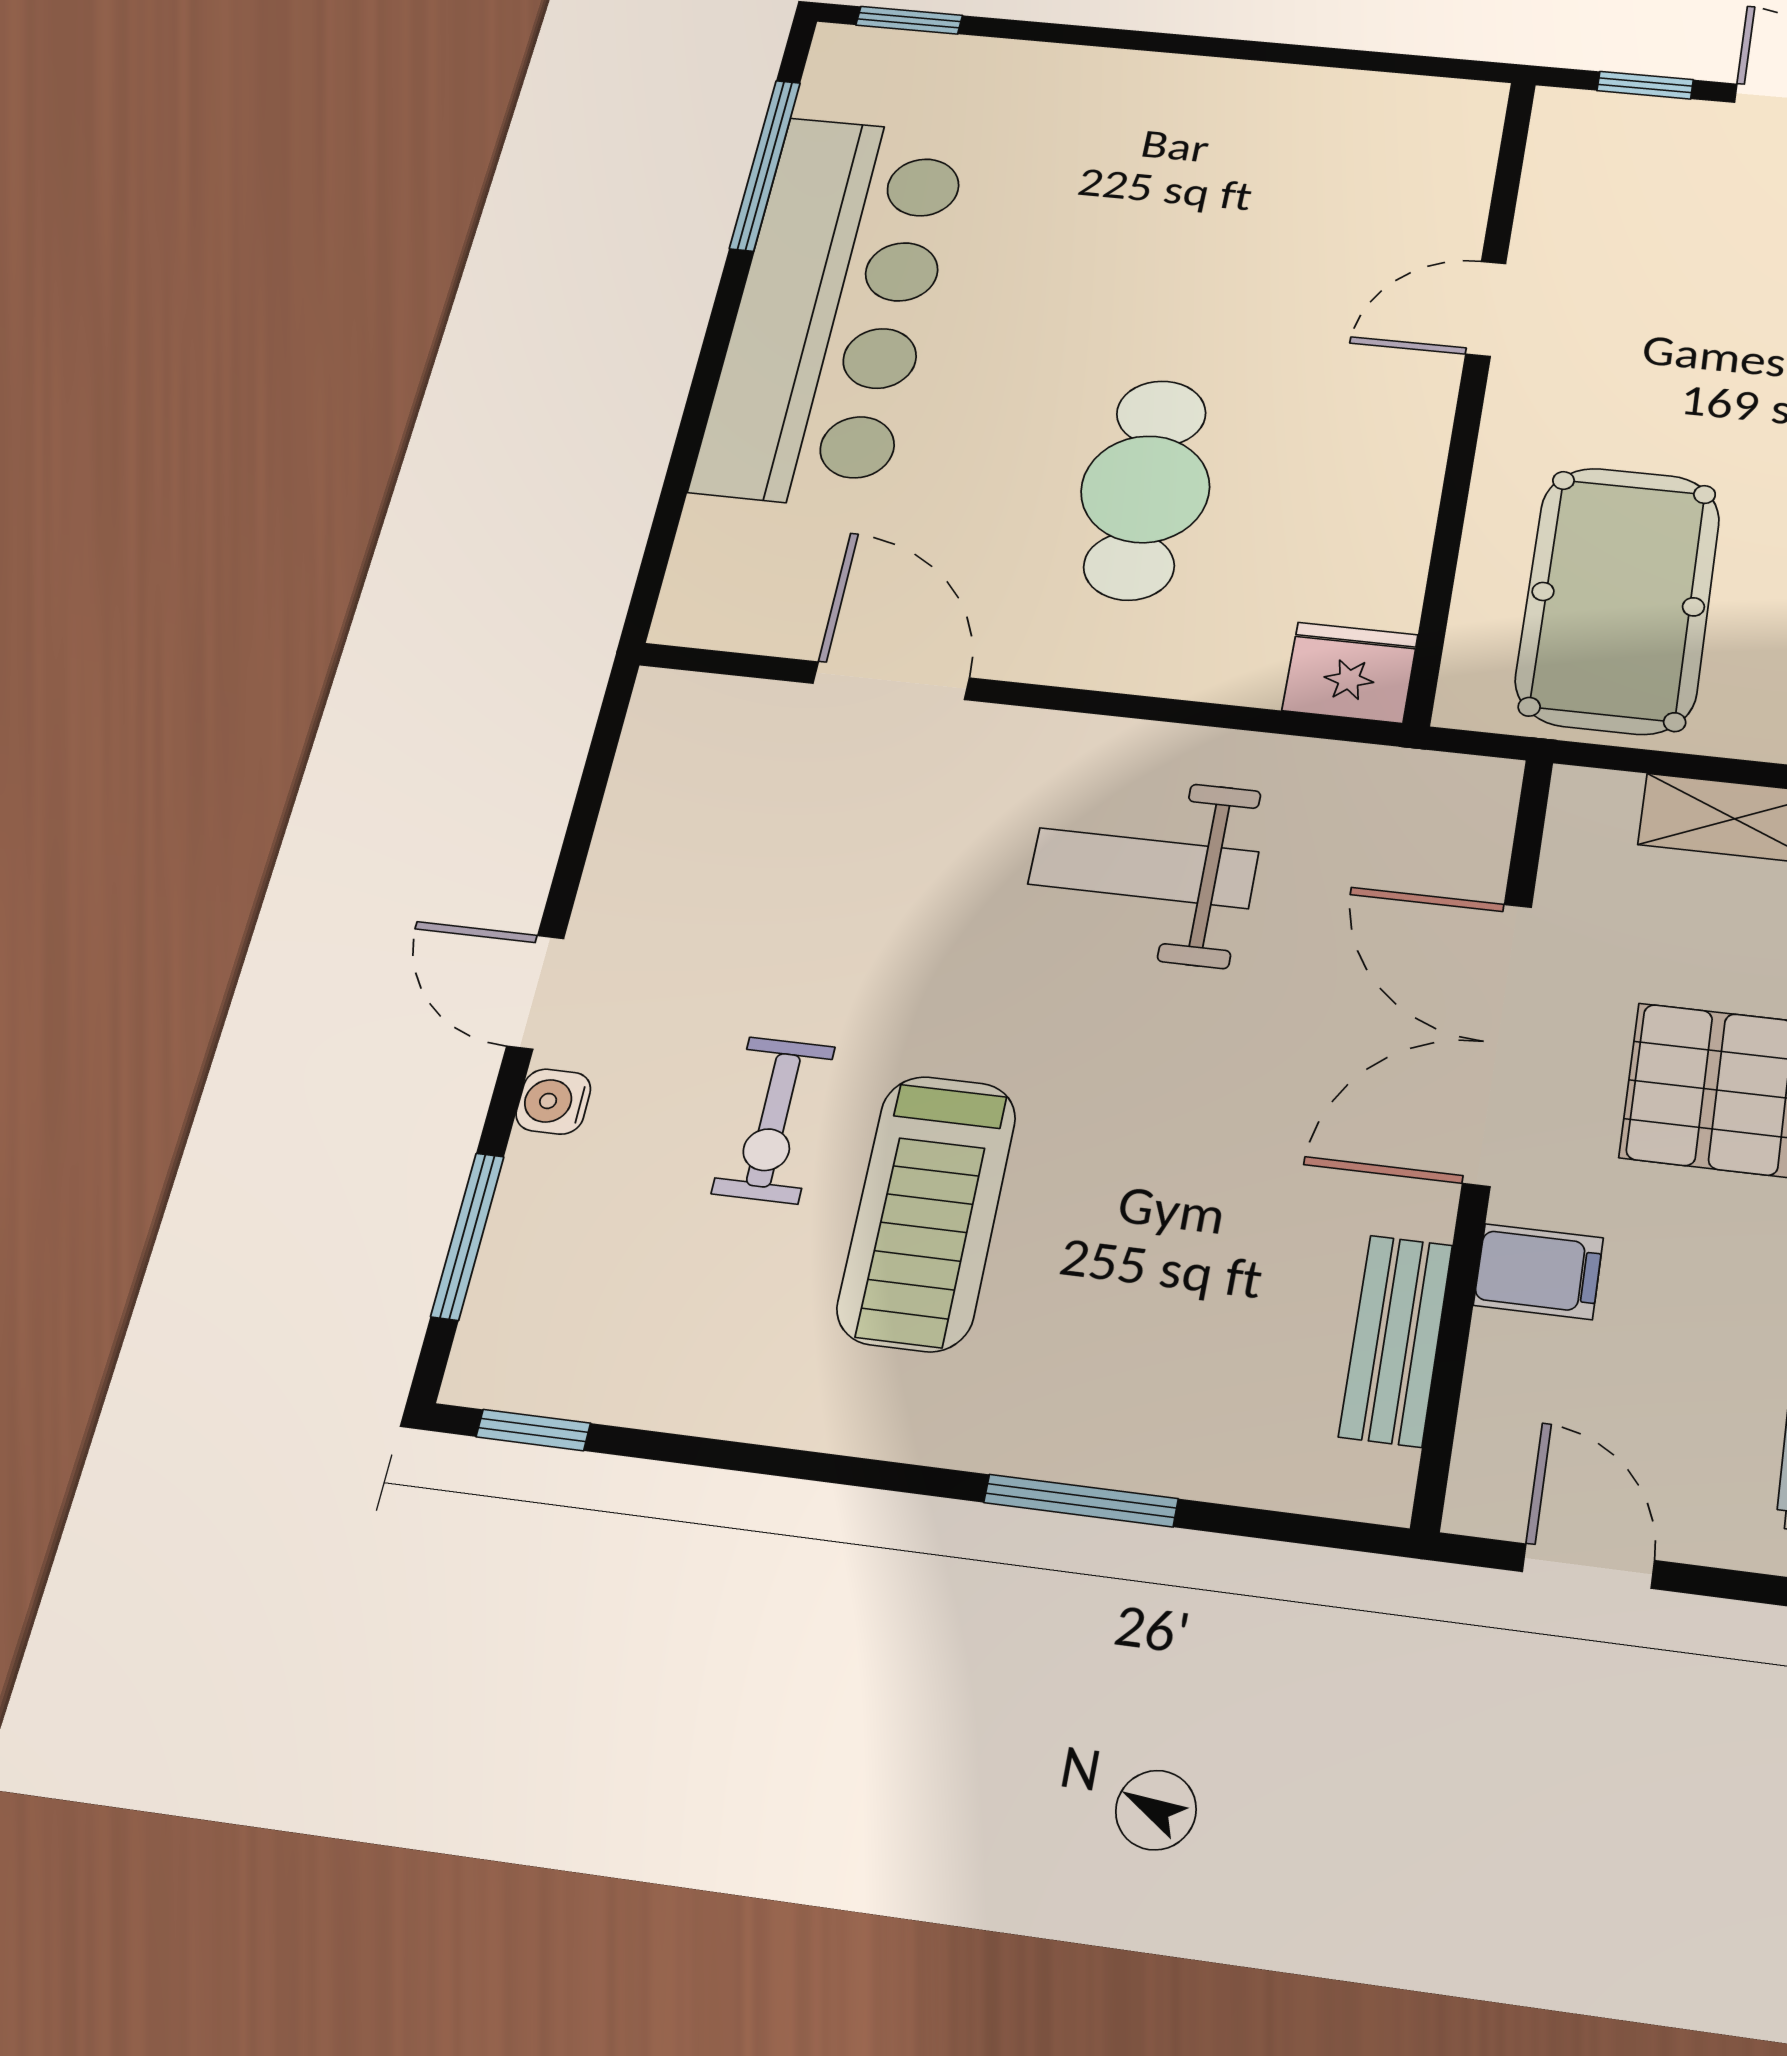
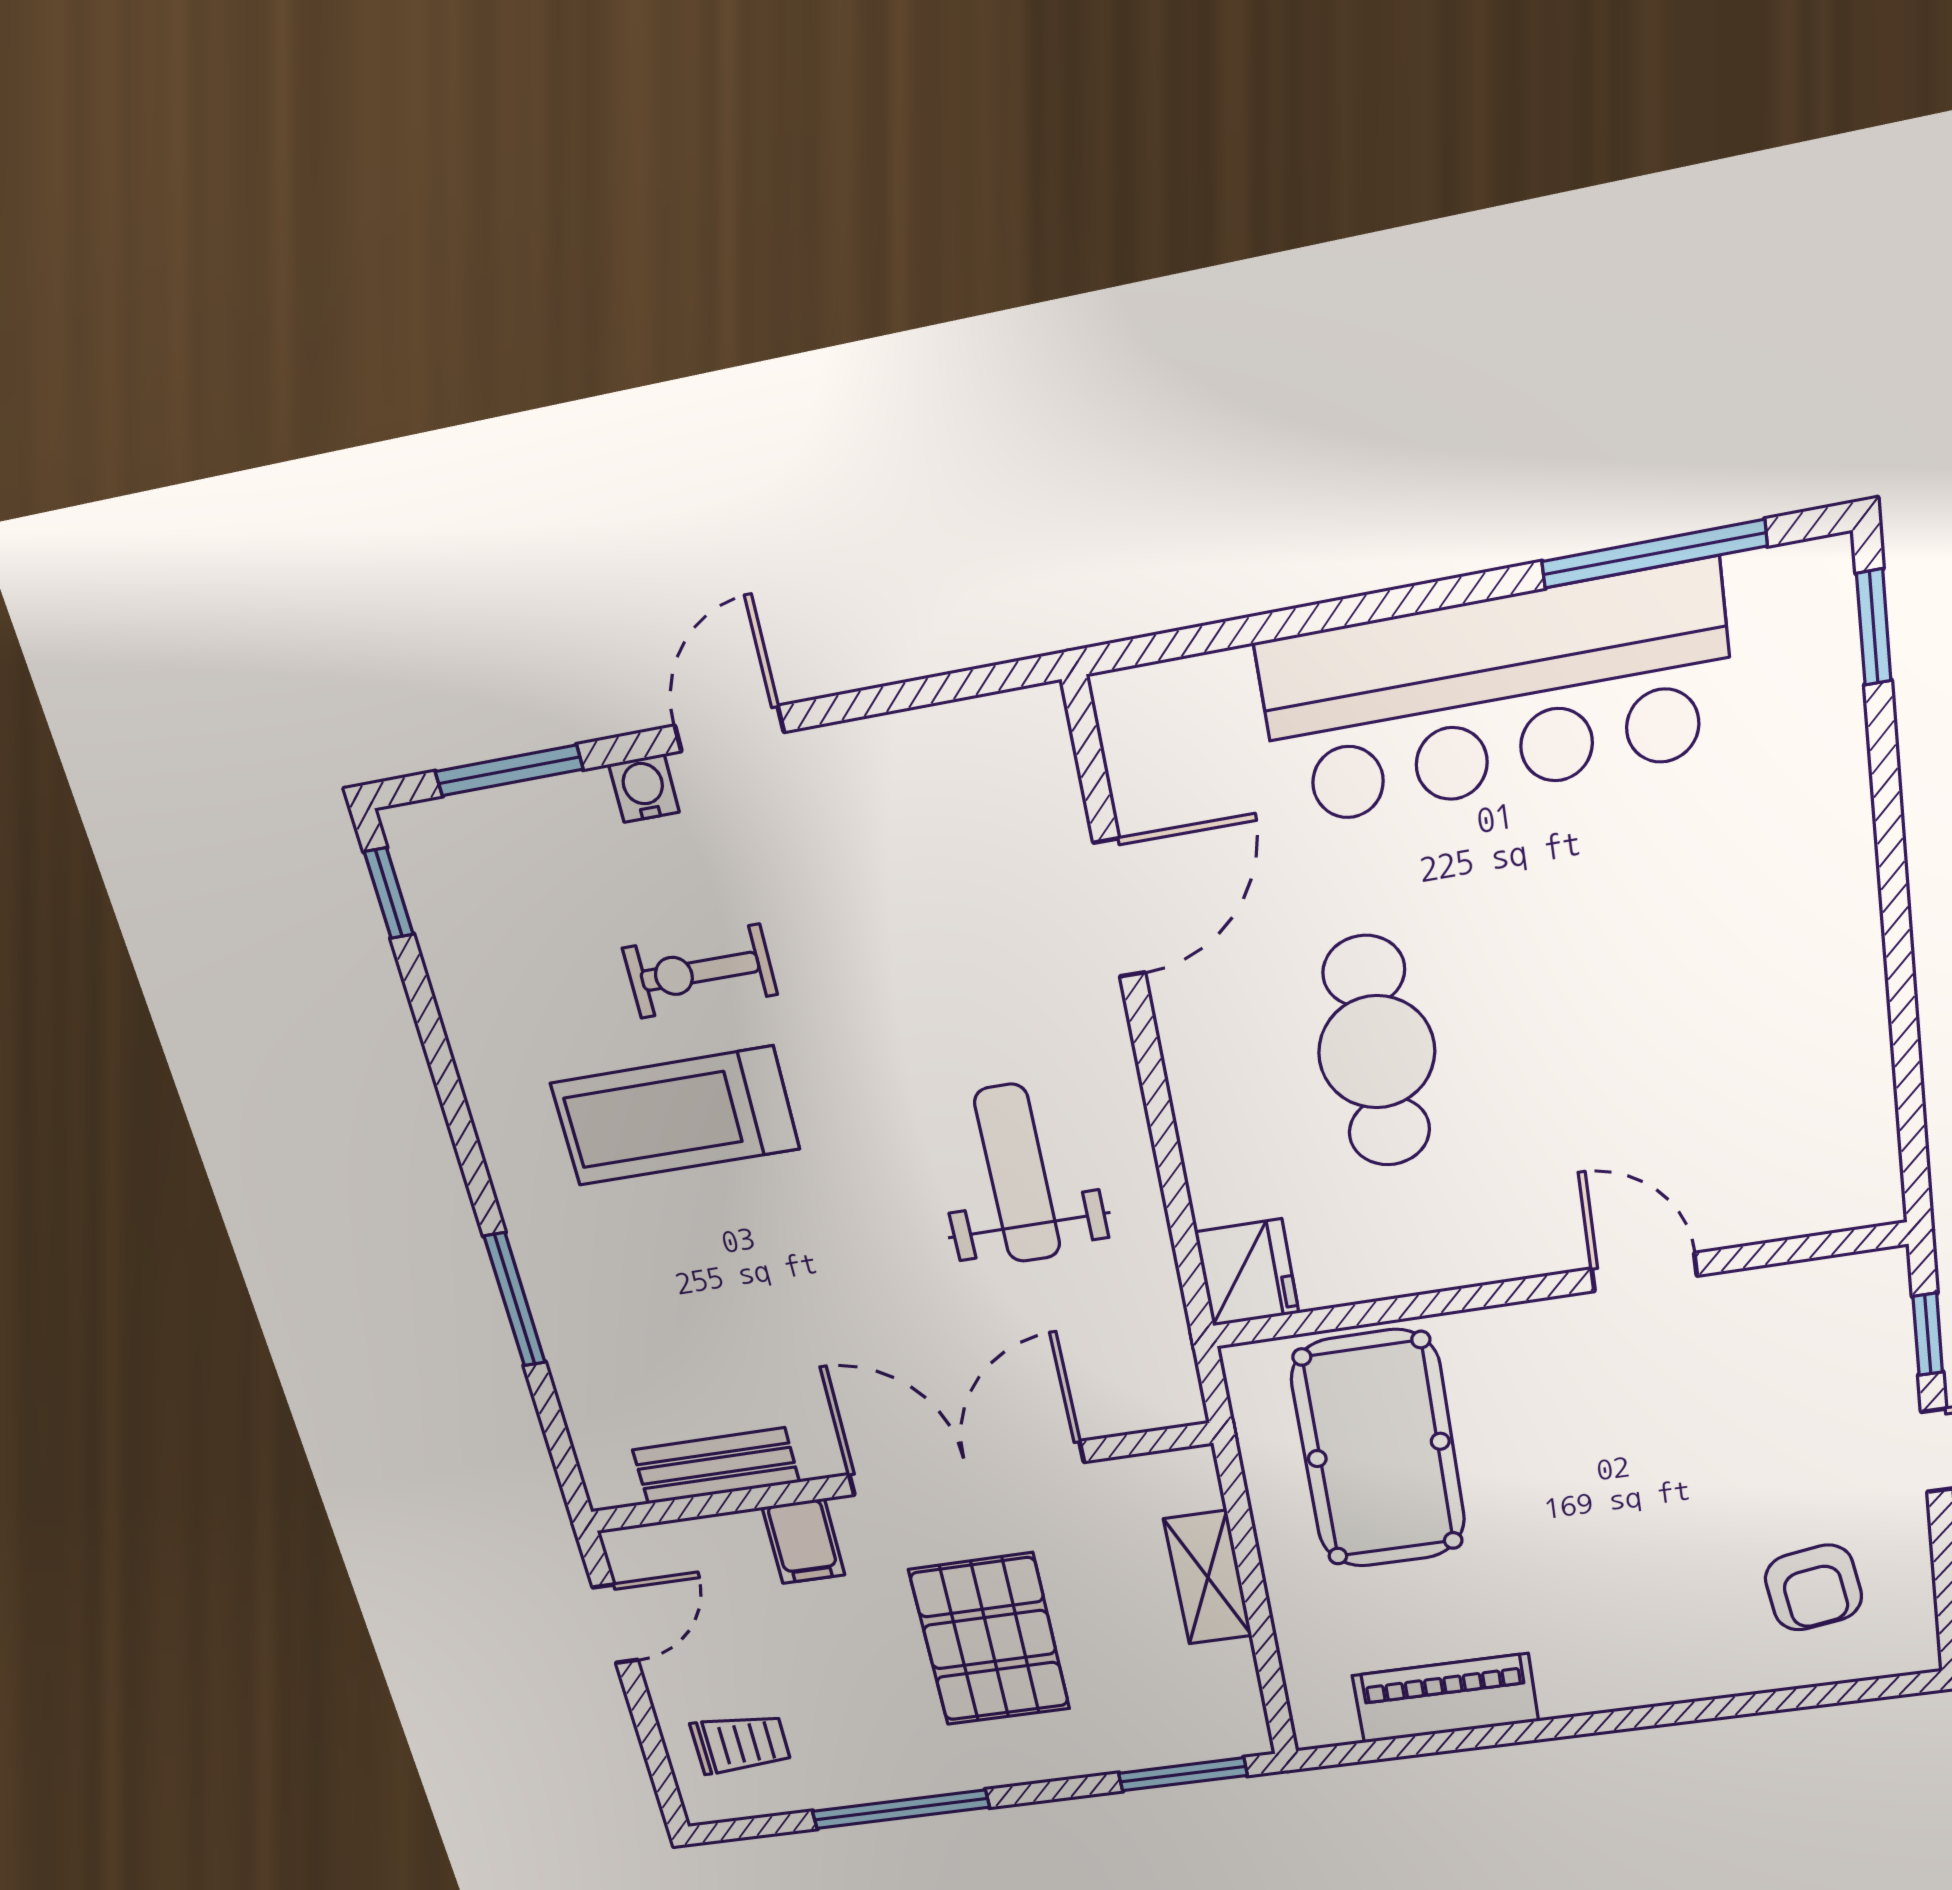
cafe table: (1145, 489) -> (1377, 1052), turned 90
pool table: (1618, 599) -> (1379, 1450), turned 90

